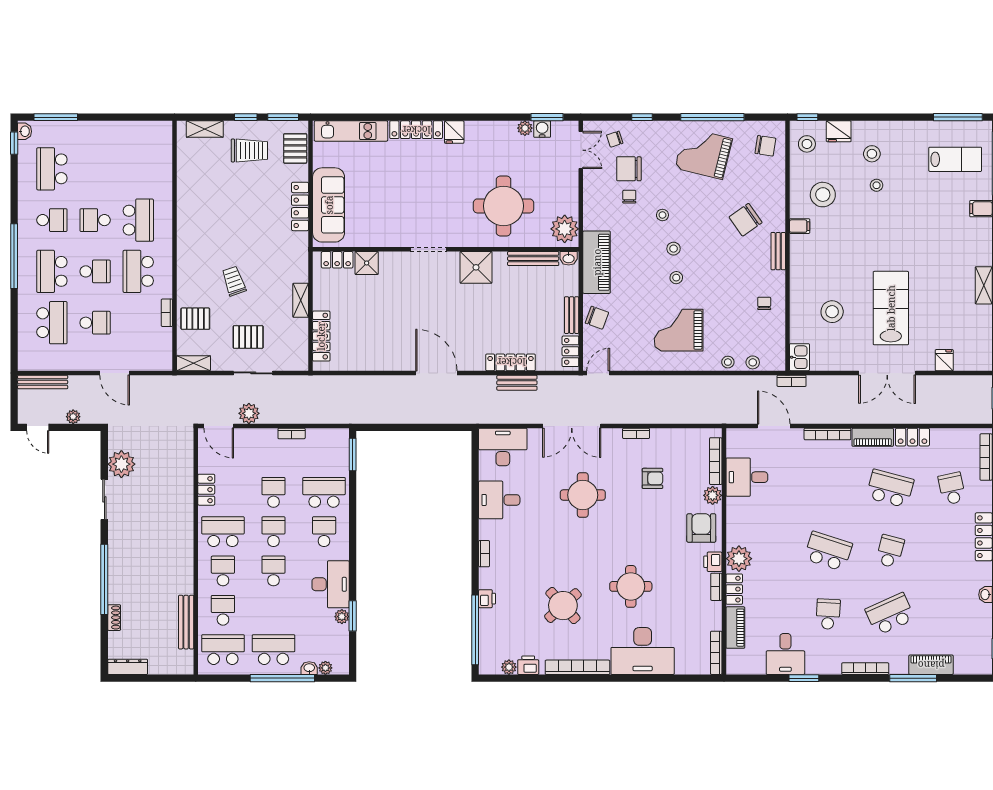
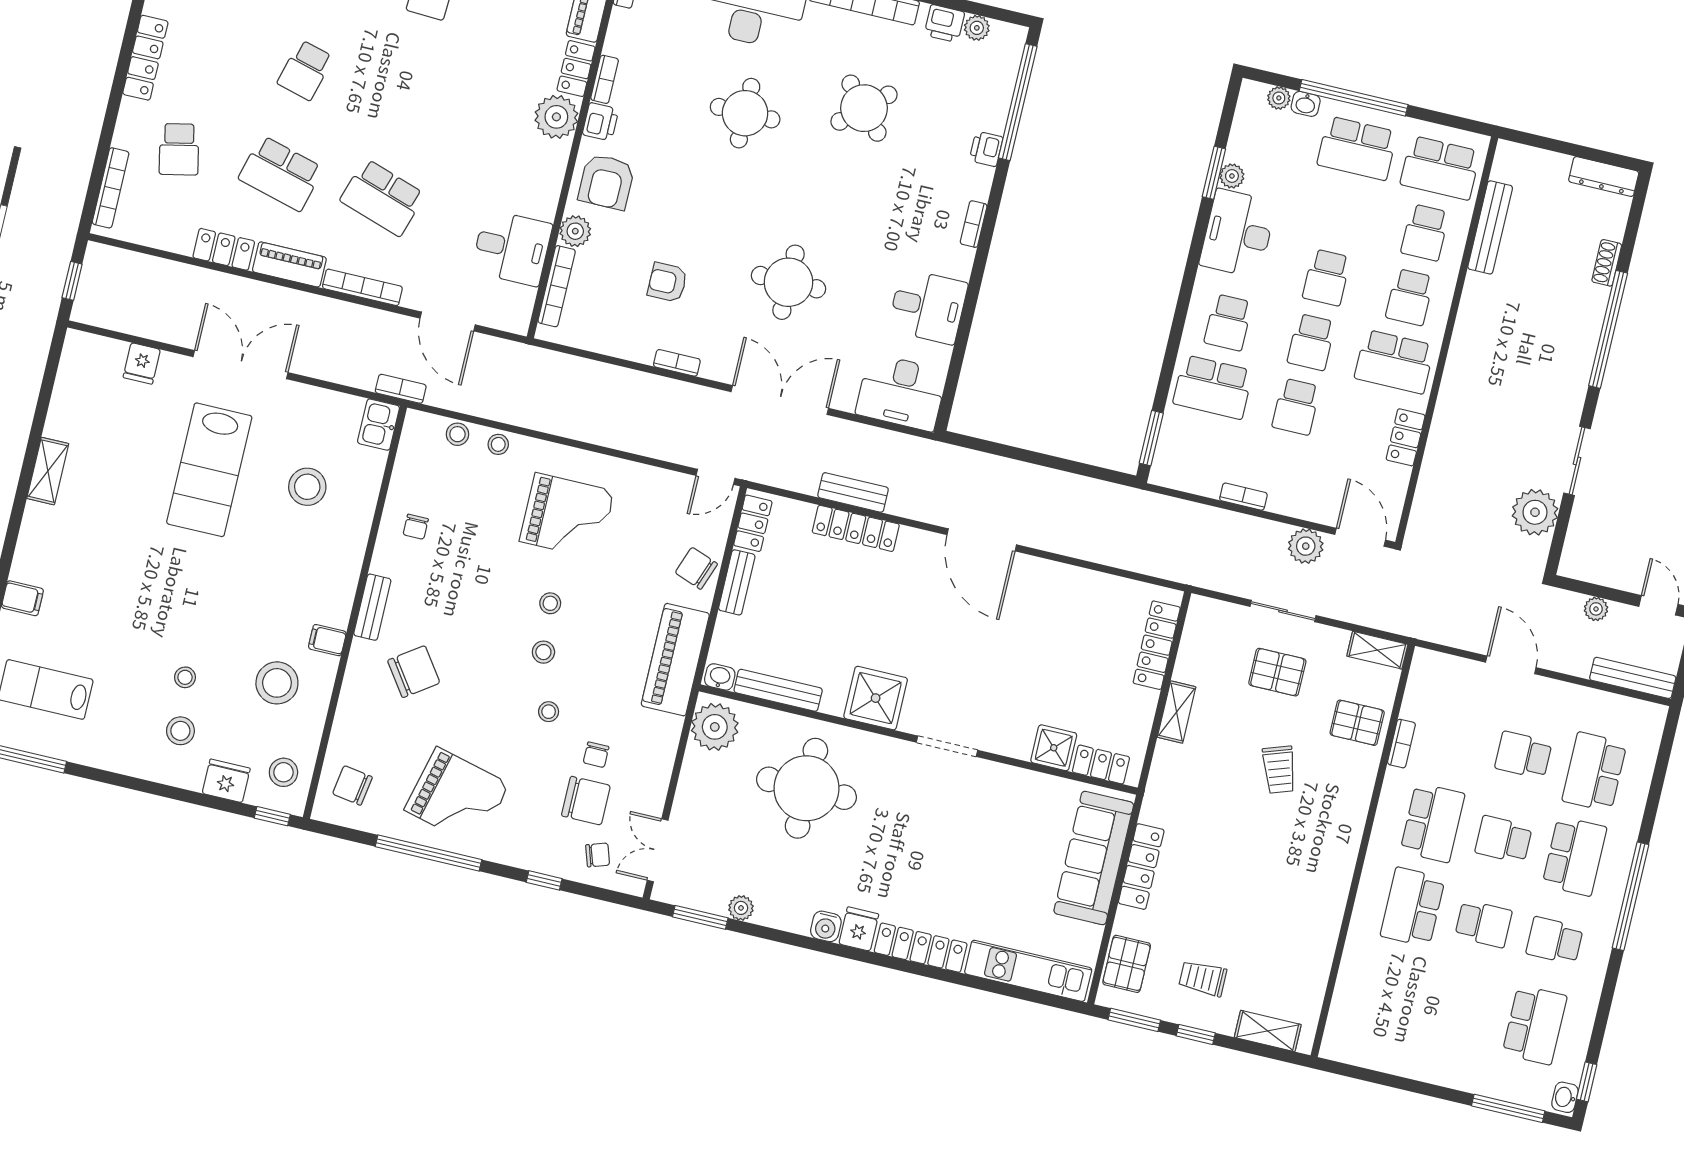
water cooler: (542, 129) -> (826, 926), moved
trolley: (249, 150) -> (1203, 978), width x0.73, depth x0.72
school desk: (828, 551) -> (383, 197), moved

